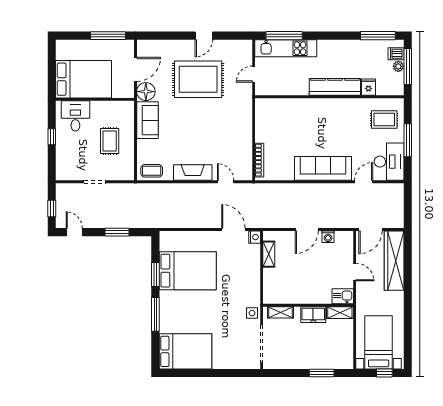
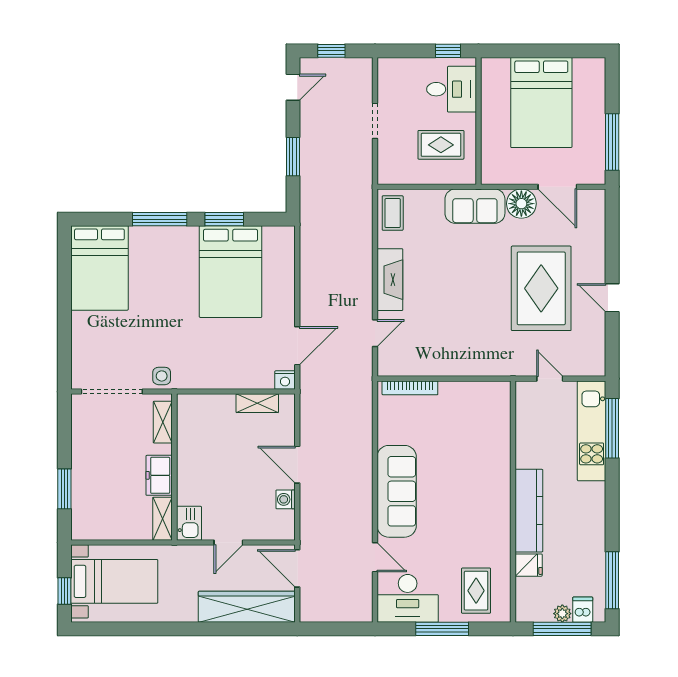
wall: (95, 99) -> (478, 121), moved
desk: (75, 116) -> (452, 89), moved

